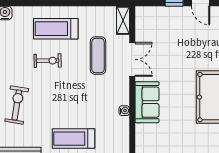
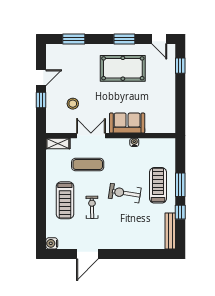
stool: (170, 38) -> (73, 104), added
exercise bike: (17, 105) -> (125, 193), moved
treadmill: (73, 139) -> (158, 185), turned 180

